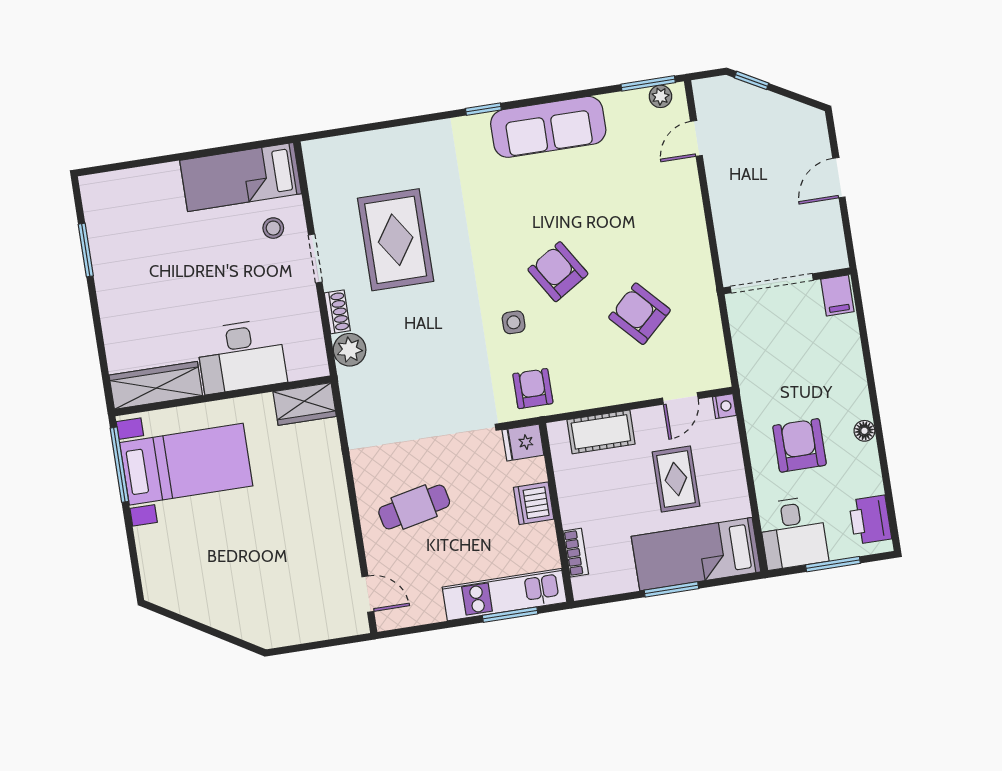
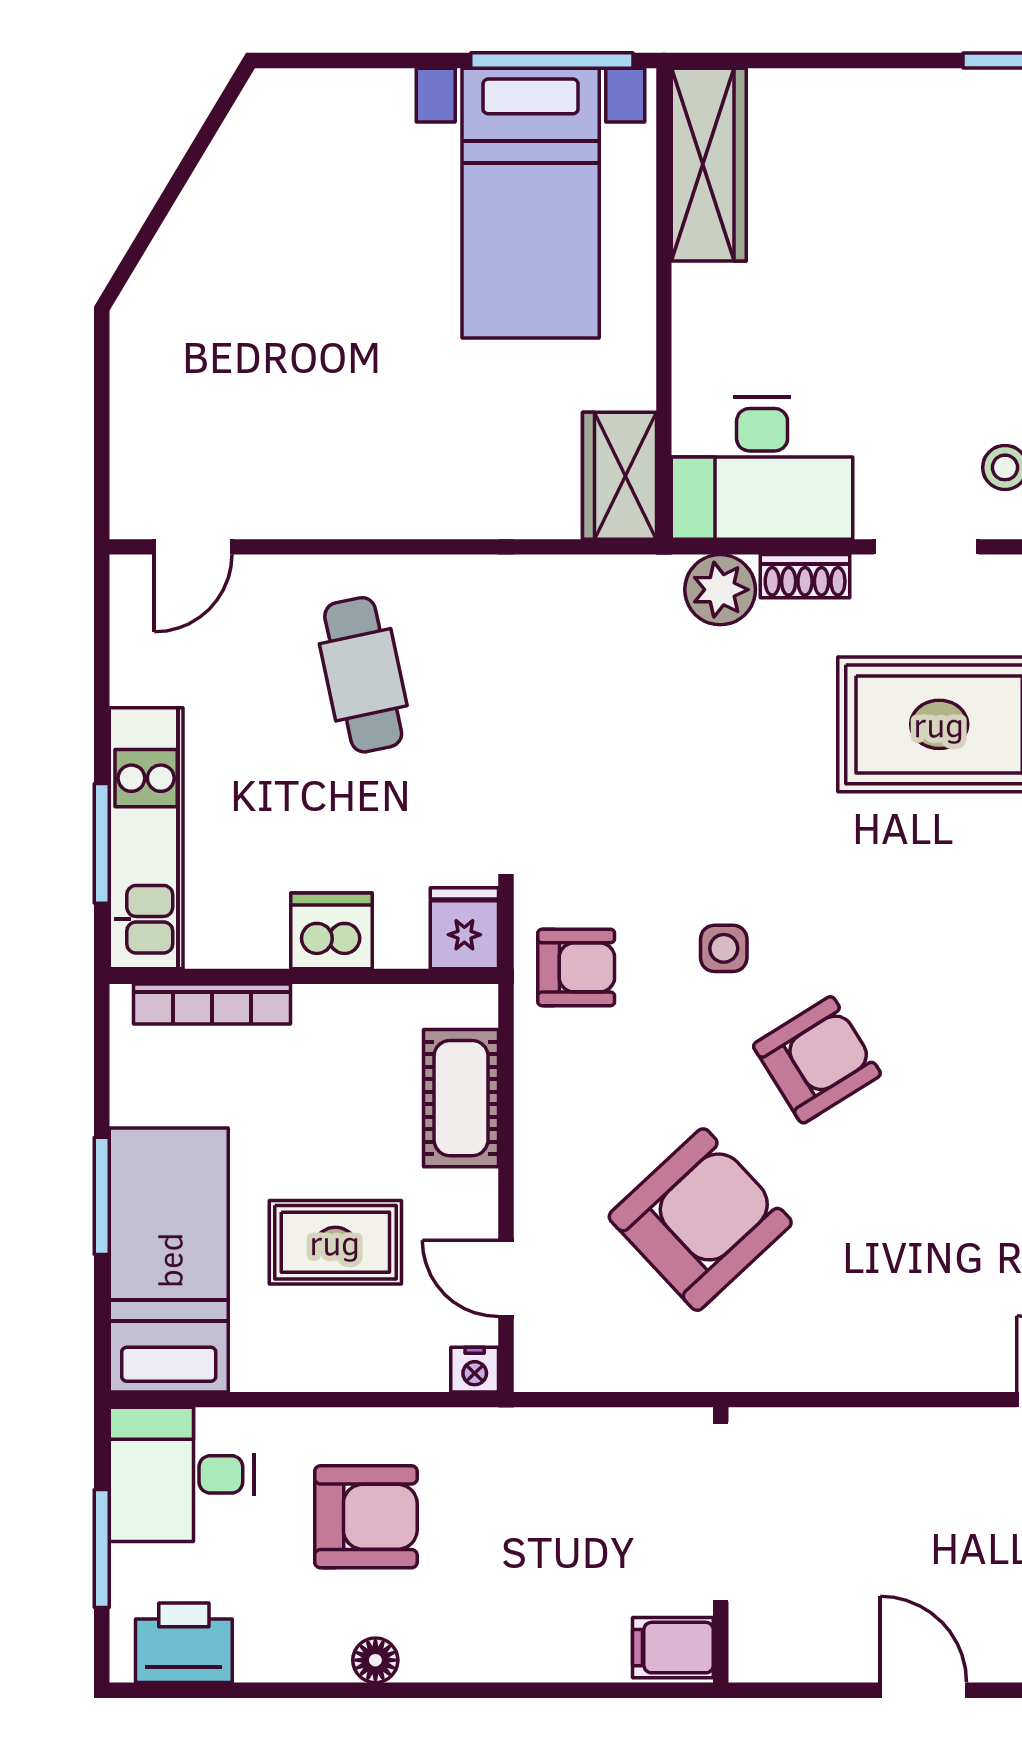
armchair: (639, 314) -> (700, 1220), width x1.36, depth x1.36
desk: (241, 356) -> (762, 468), moved, turned -90
bookcase: (576, 553) -> (212, 1004), width x1.56

